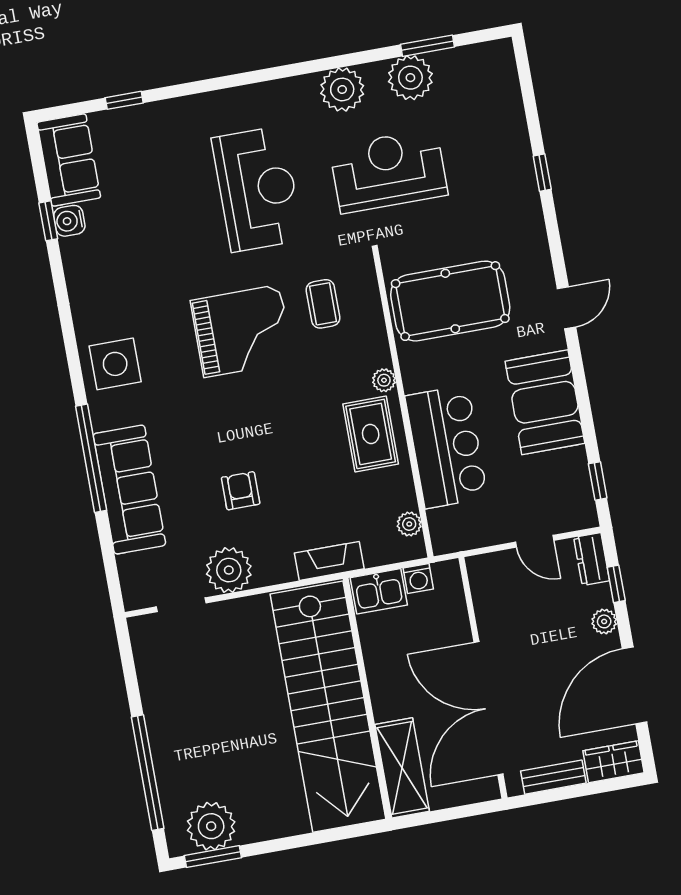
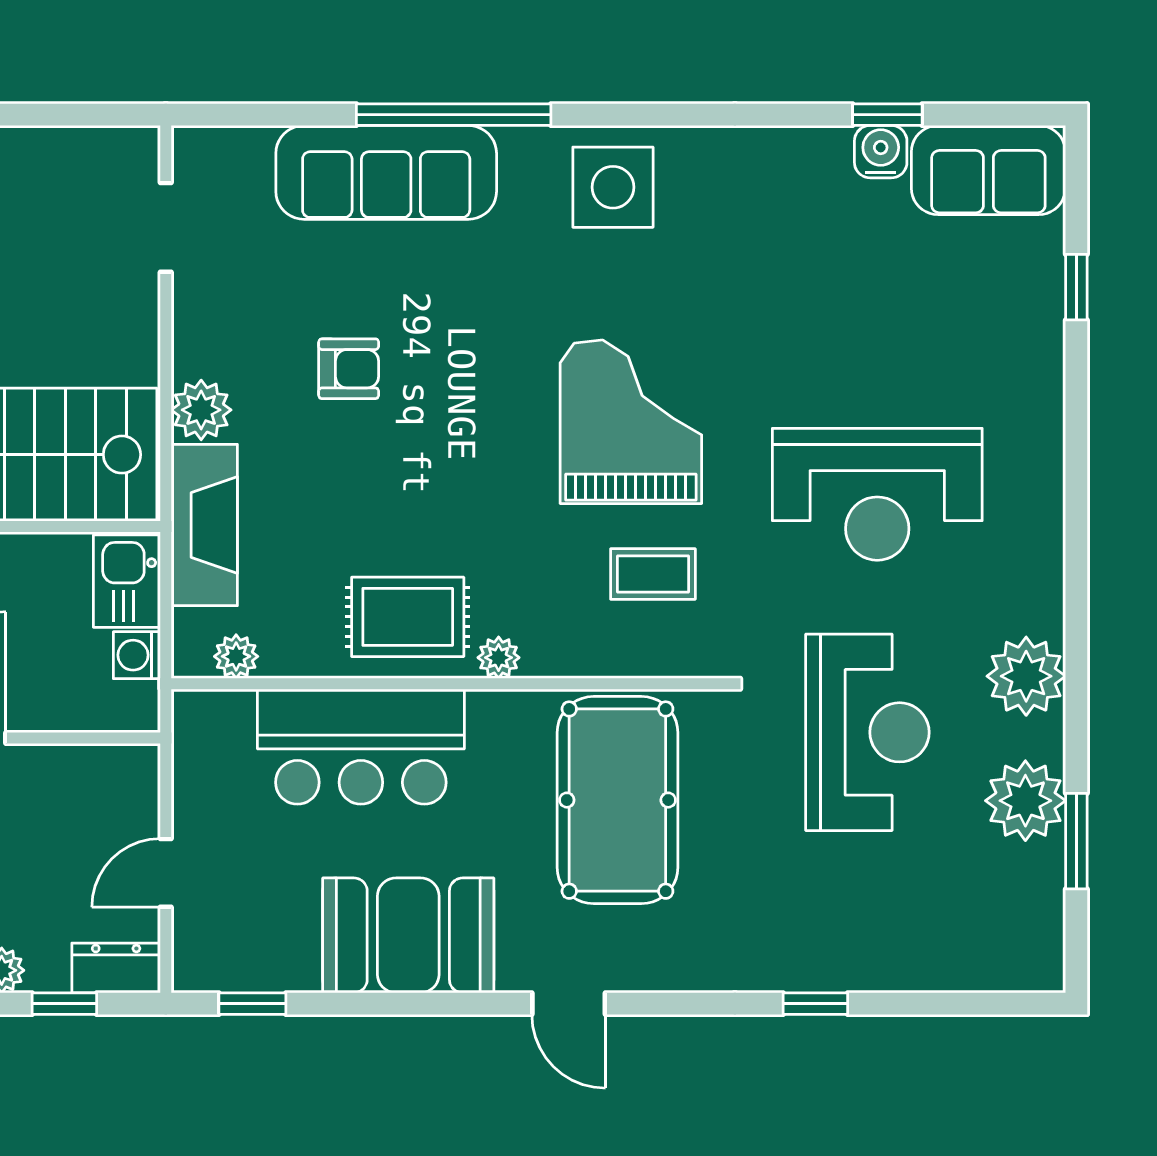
grand piano: (242, 331) -> (631, 422), turned 180
fireplace: (329, 561) -> (204, 525), width x1.37, depth x1.32
plant: (229, 570) -> (201, 410), moved, width x0.73, depth x0.73

